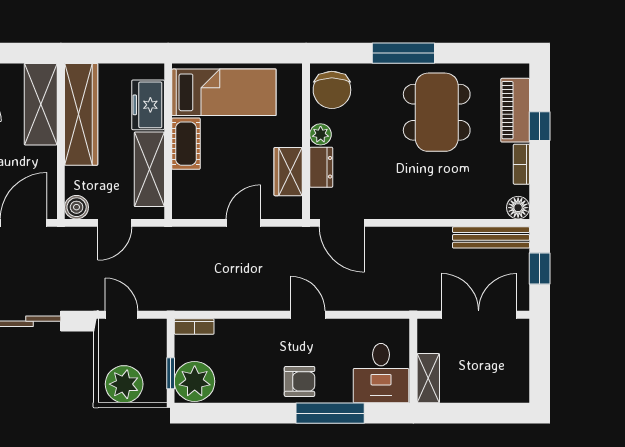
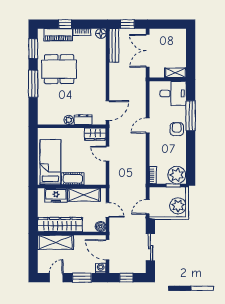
window: (484, 53) -> (33, 49), added
chair: (332, 90) -> (49, 115), removed
wardrobe: (288, 172) -> (95, 134), moved

